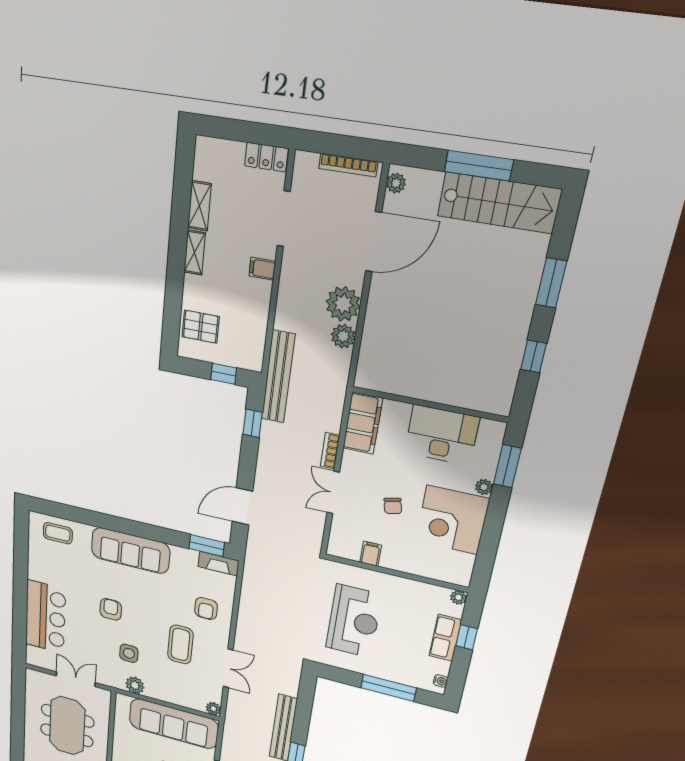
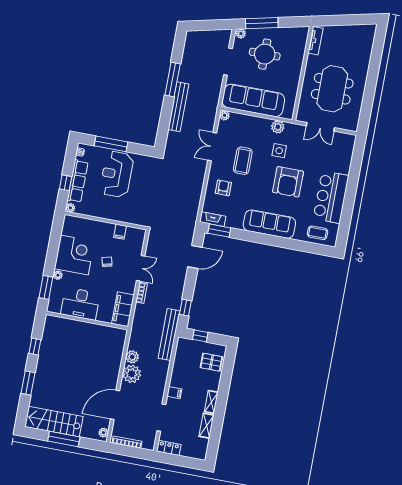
armchair: (111, 609) -> (288, 182), width x1.88, depth x1.88
bar counter: (45, 617) -> (331, 197), moved
reception desk: (354, 621) -> (117, 174), moved
row of seats: (445, 638) -> (78, 181), width x1.48

